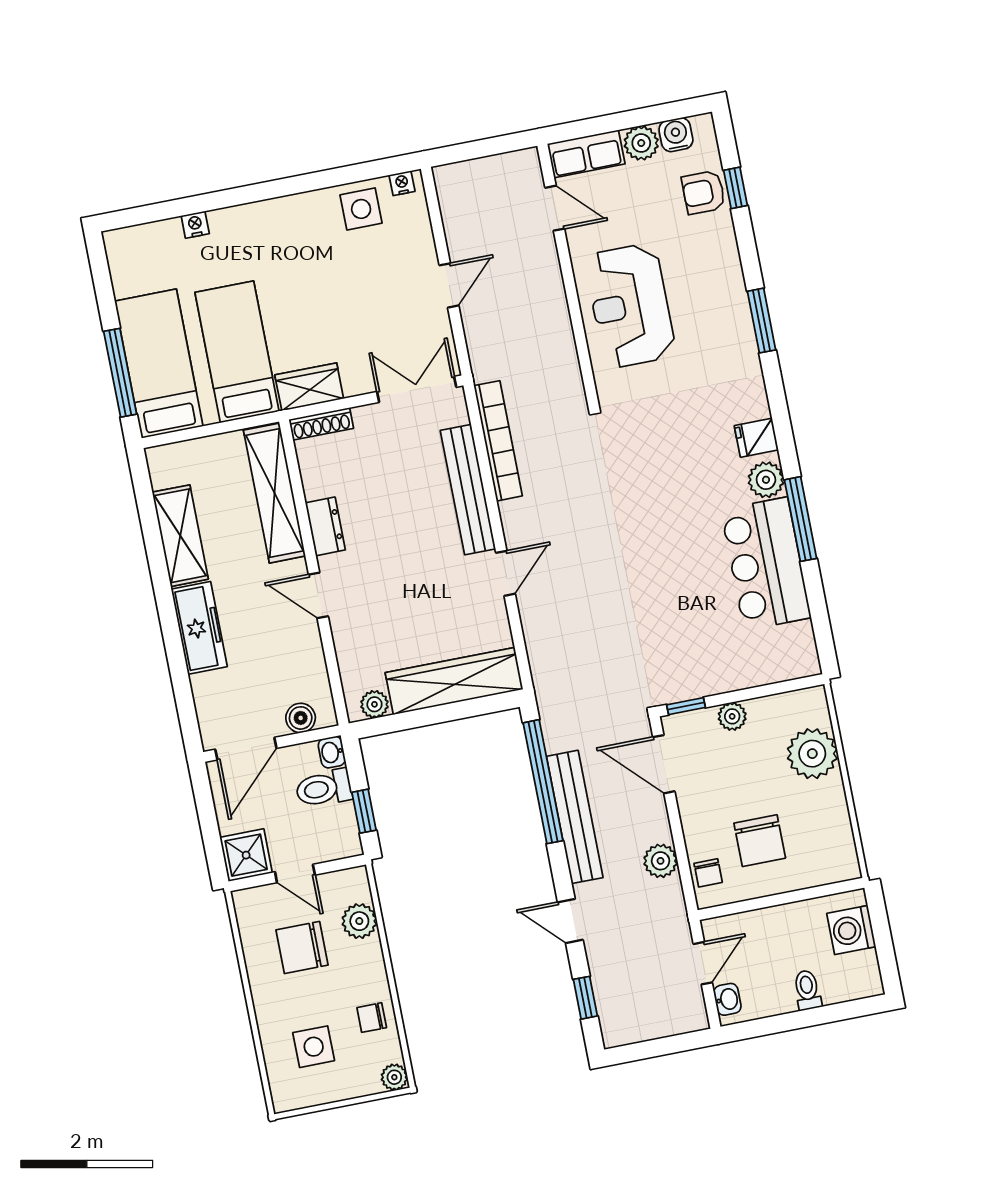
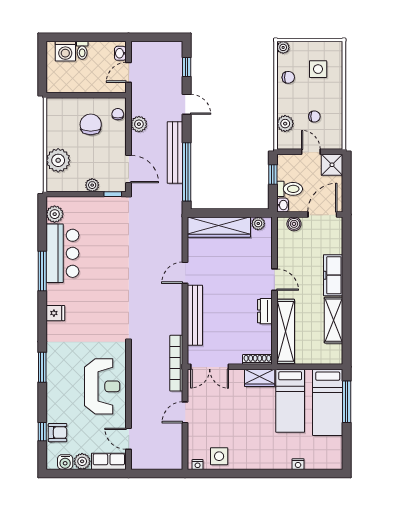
bookcase: (498, 441) -> (176, 363), moved
plant: (766, 480) -> (55, 214), moved
washing machine: (851, 930) -> (65, 51), moved, turned 90
chair: (302, 948) -> (314, 116), width x0.54, depth x0.54

